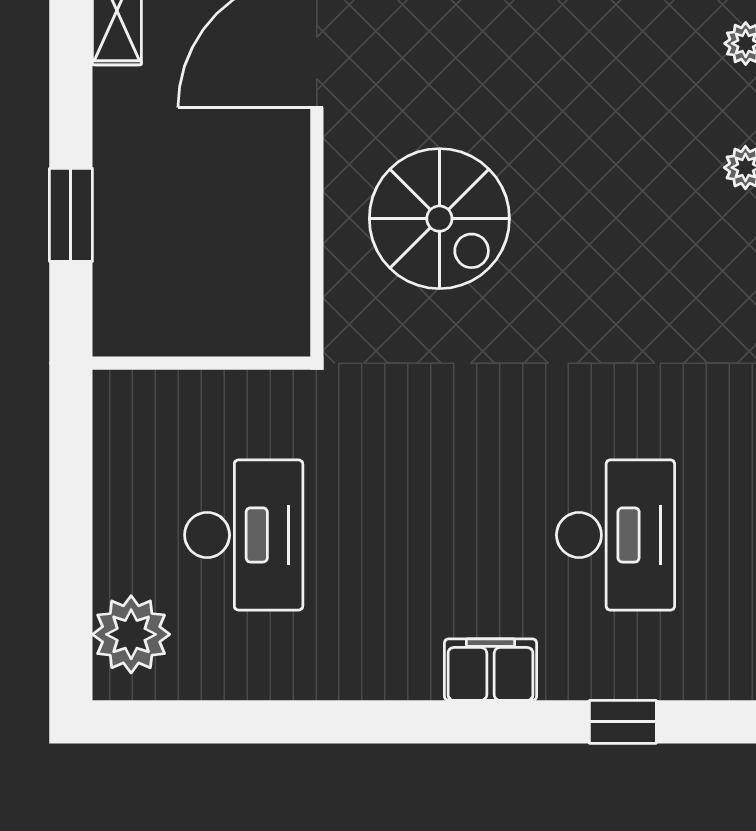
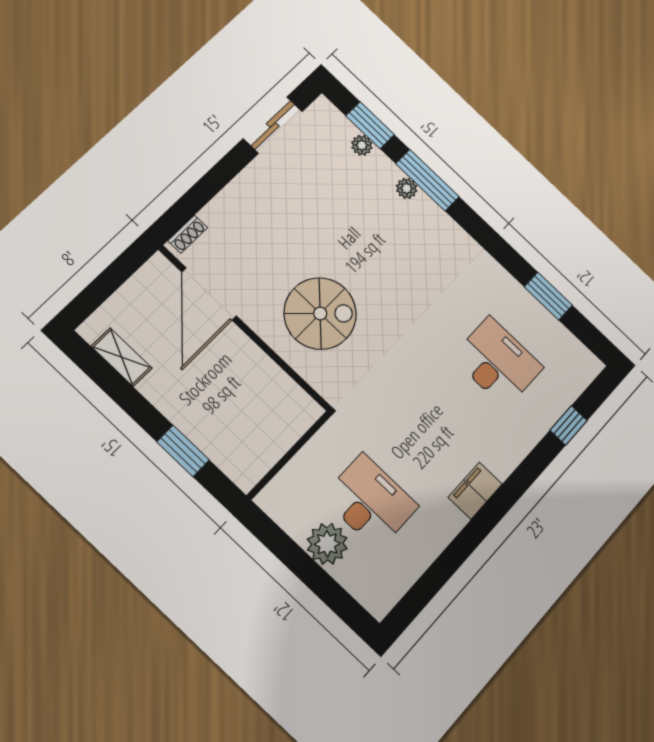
plant: (131, 634) -> (327, 544), moved
filing cabinet: (491, 670) -> (475, 491), moved

